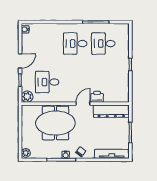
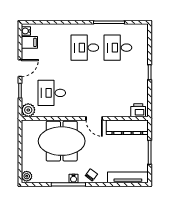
filing cabinet: (28, 39) -> (29, 42), added
printer: (97, 97) -> (138, 110), moved
door: (83, 104) -> (94, 118), swing flipped

